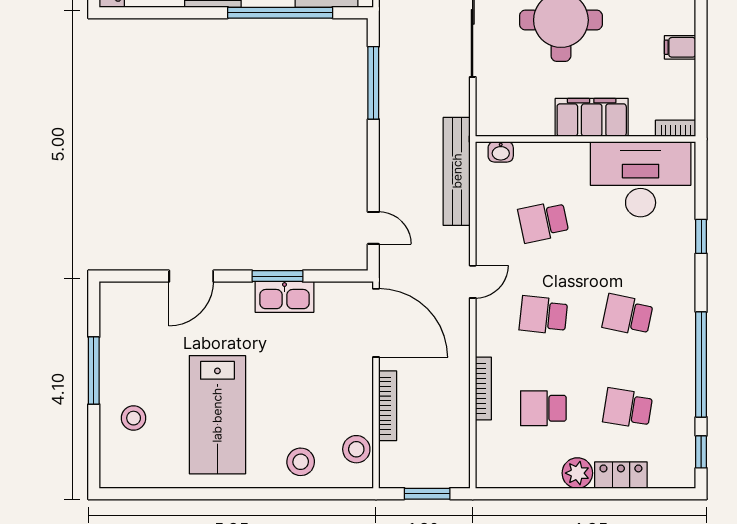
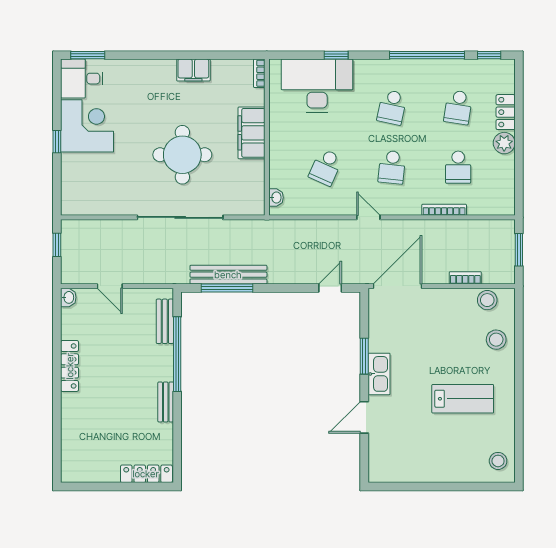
filing cabinet: (680, 47) -> (193, 70), width x2.00
bench: (457, 171) -> (228, 275), moved
desk: (641, 179) -> (317, 86), moved, turned 90
school desk: (543, 222) -> (326, 167), turned 36
door: (191, 276) -> (364, 417), swing flipped
kitchen sink: (285, 297) -> (379, 374), moved
window: (94, 371) -> (431, 487), removed
bookcase: (388, 406) -> (465, 278), width x0.64
lab bench: (217, 415) -> (463, 399), width x0.73, depth x0.72
stool: (134, 418) -> (498, 461), moved

